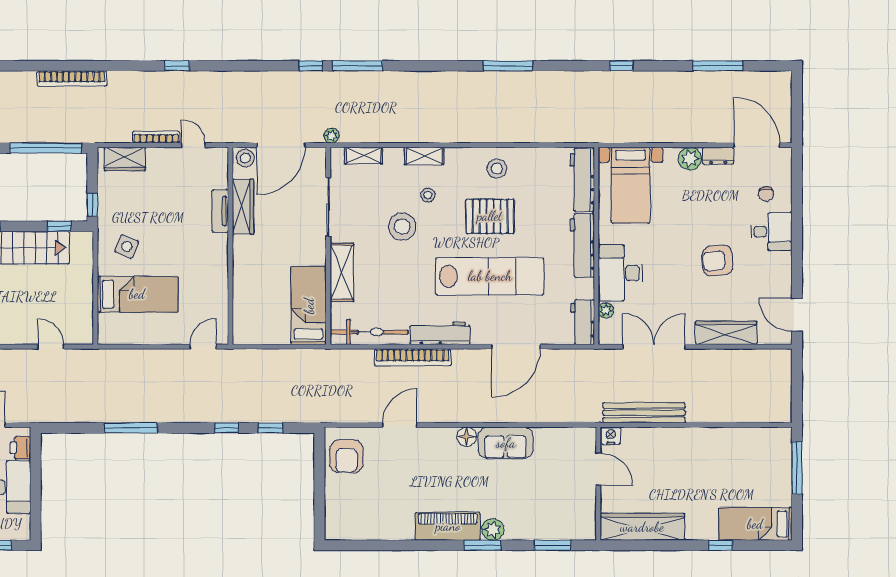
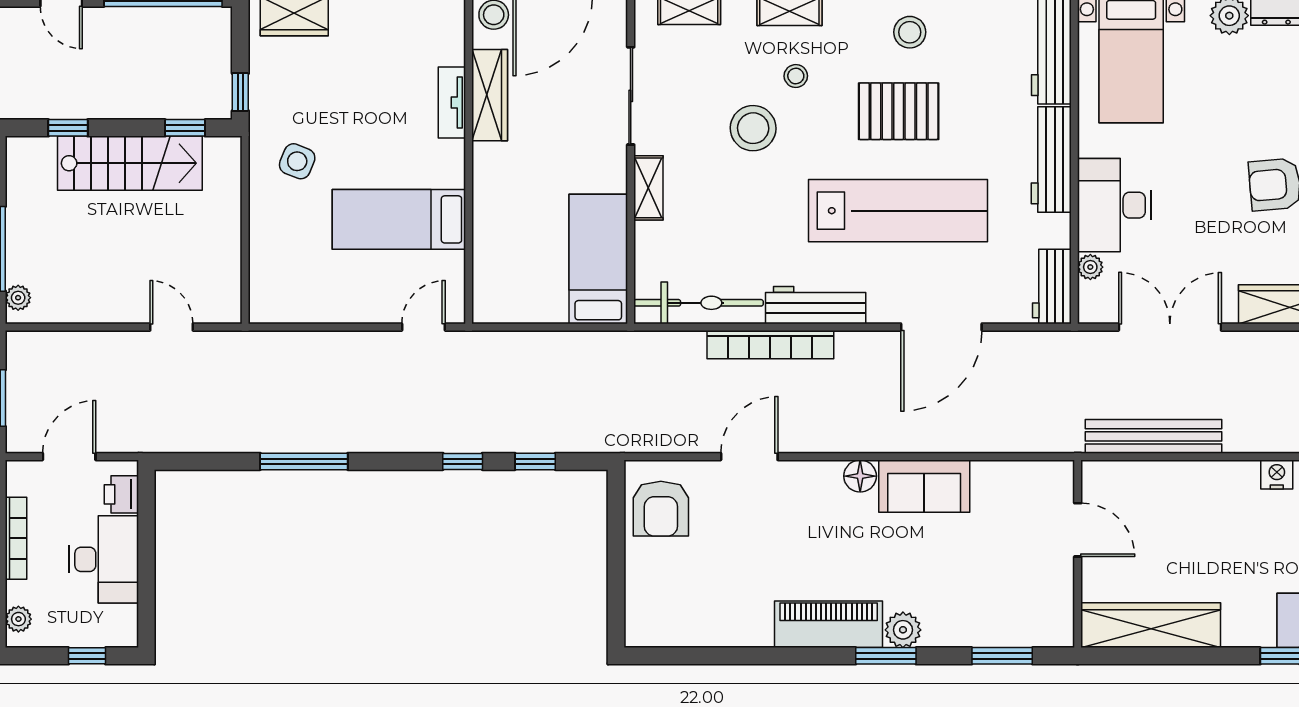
shelving: (342, 272) -> (648, 188), width x0.67, depth x0.75
bed: (137, 294) -> (399, 219), moved, turned 180
nightstand: (611, 436) -> (1277, 474), moved

